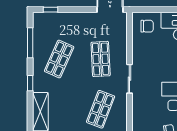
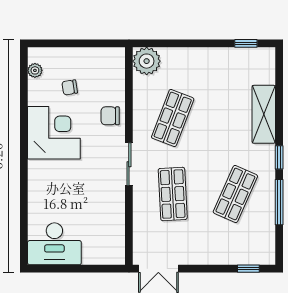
chair: (147, 26) -> (110, 116), moved
window: (30, 43) -> (279, 202), moved

